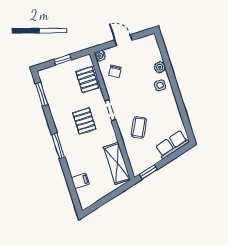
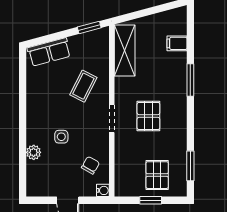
pallet: (87, 80) -> (157, 175), moved
side table: (160, 85) -> (61, 137), moved
window: (58, 146) -> (190, 80), moved

